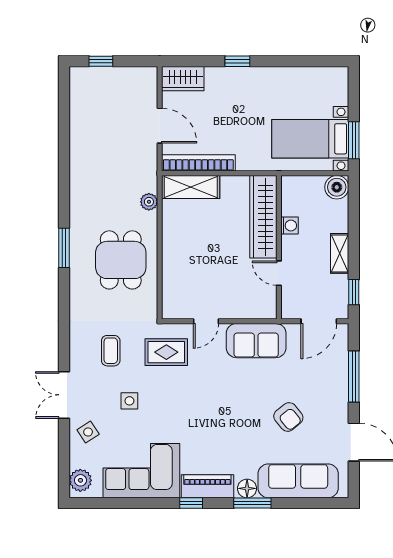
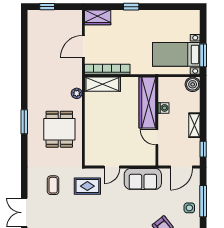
door: (160, 126) -> (83, 46), swing flipped
side table: (129, 401) -> (189, 208), moved

